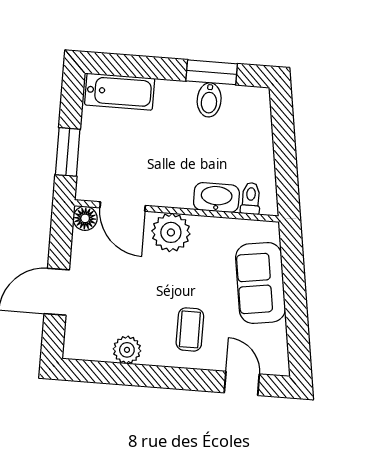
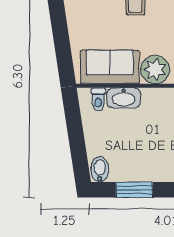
bidet: (209, 100) -> (100, 169), moved
sofa: (261, 283) -> (110, 67), moved, turned -81

